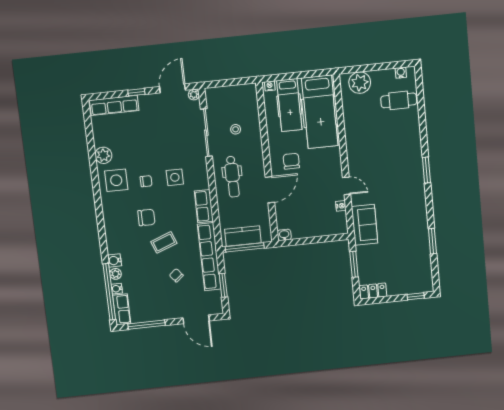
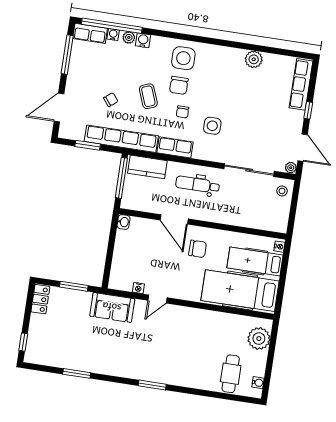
stool: (236, 129) -> (282, 191), moved
side table: (116, 180) -> (183, 58), moved
chair: (146, 181) -> (183, 112), moved
kitchen counter: (243, 236) -> (147, 167), moved, turned 90

